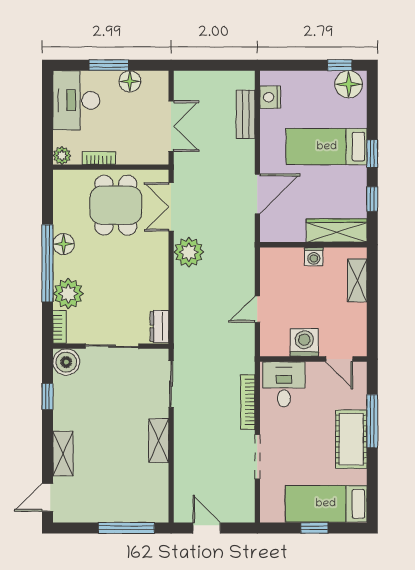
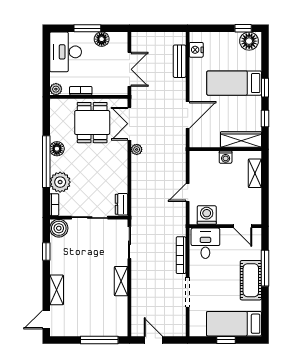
plant: (189, 252) -> (137, 149), width x0.53, depth x0.53
washing machine: (304, 343) -> (207, 215), moved

